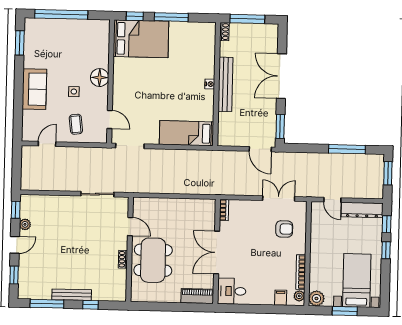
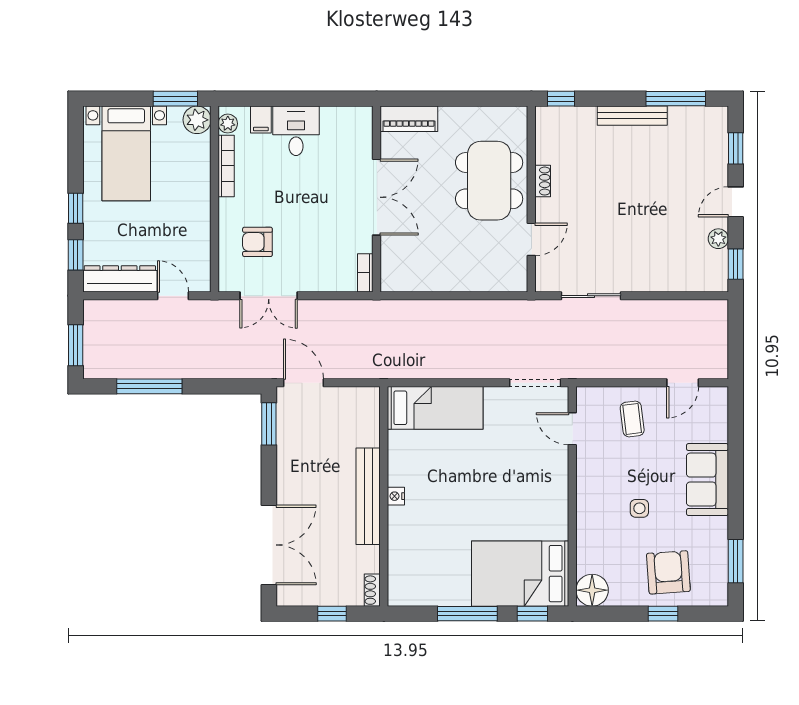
window: (61, 14) -> (663, 614), width x0.32
window: (247, 19) -> (332, 614), width x0.46
armchair: (58, 37) -> (668, 572), added
double door: (281, 76) -> (269, 545), moved
floor lamp: (100, 78) -> (592, 590), moved
side table: (74, 92) -> (639, 508), moved
door: (130, 227) -> (531, 239), swing flipped
desk: (232, 291) -> (296, 131), moved, turned -90
window: (90, 305) -> (561, 99), moved
window: (345, 311) -> (175, 99), moved

